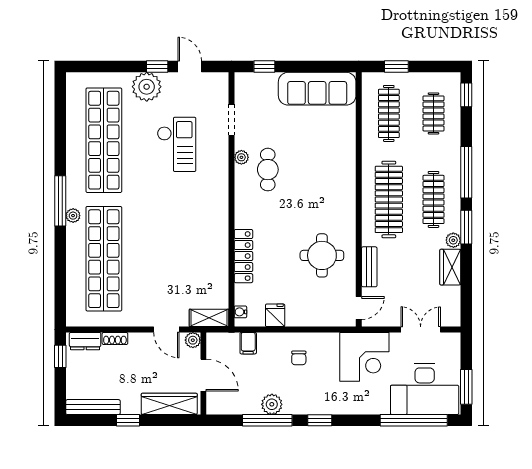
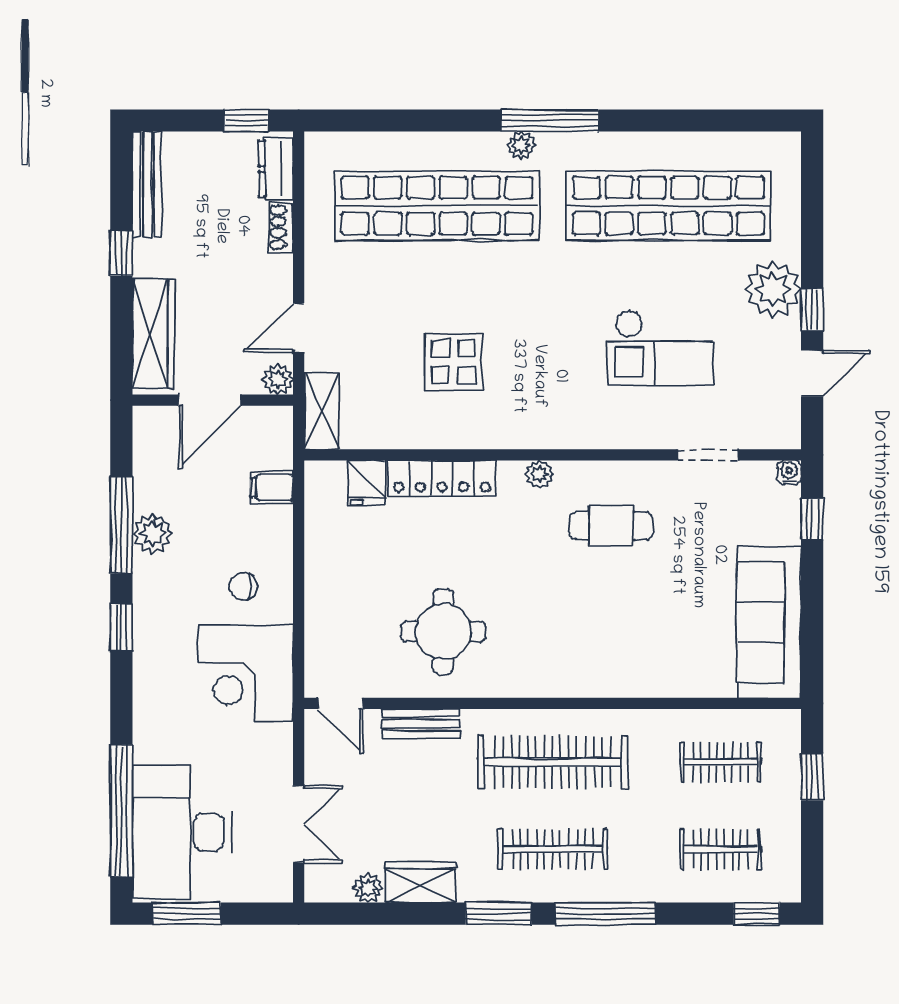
clothes rail: (389, 113) -> (721, 762), width x0.73
plant: (241, 157) -> (539, 474), moved
plant: (453, 240) -> (368, 888), moved
display table: (184, 250) -> (453, 362), added
water cooler: (240, 312) -> (789, 472), moved
fridge: (275, 315) -> (367, 483), moved, turned 90
corner desk: (364, 357) -> (245, 673), moved

